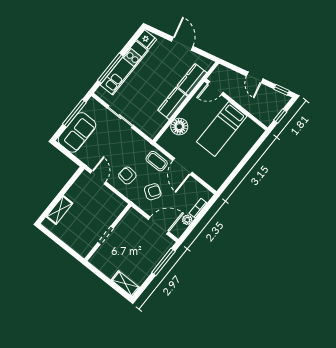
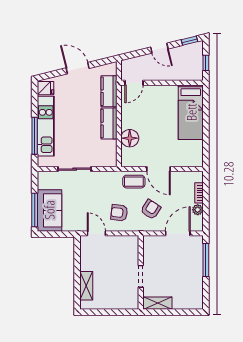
window: (74, 113) -> (35, 210), moved
bed: (222, 129) -> (191, 112), moved
shelving: (125, 284) -> (158, 303), moved

